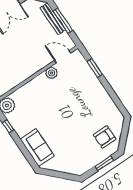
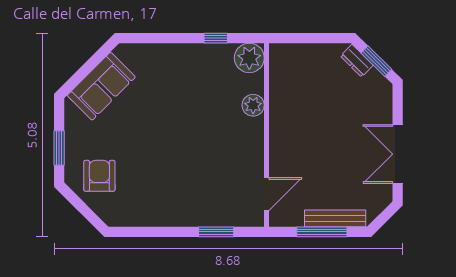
plant: (51, 73) -> (253, 105), moved
sofa: (37, 148) -> (101, 86), moved, turned -45

